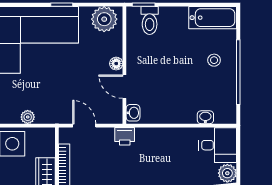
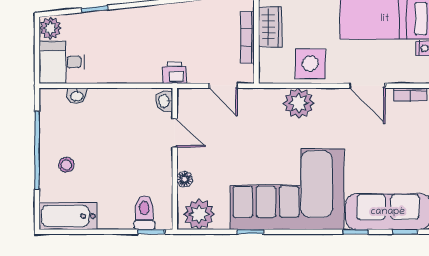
floor lamp: (116, 64) -> (185, 179), moved
plant: (28, 117) -> (299, 103), width x1.88, depth x1.88

